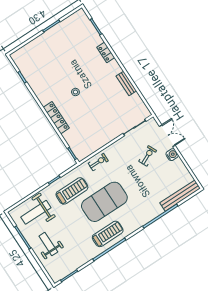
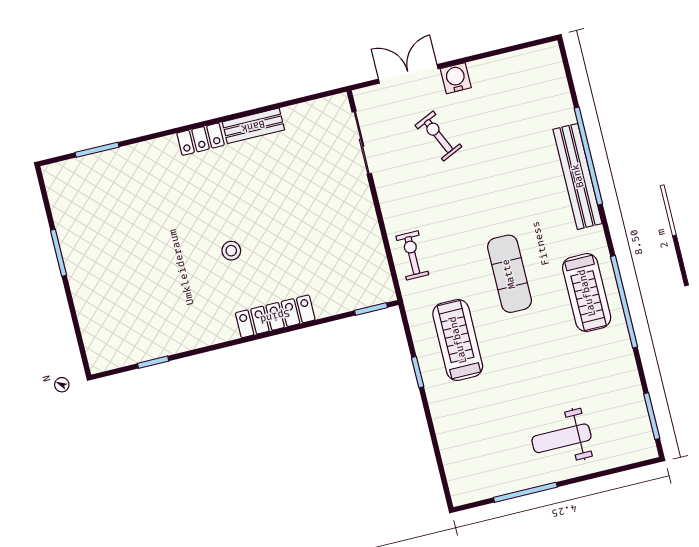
locker: (106, 52) -> (201, 139), moved
bench: (180, 196) -> (578, 176), moved
exercise mat: (104, 202) -> (509, 274), width x0.50, depth x0.69
weight bench: (36, 212) -> (478, 441), removed
treadmill: (108, 234) -> (587, 293), turned 180

